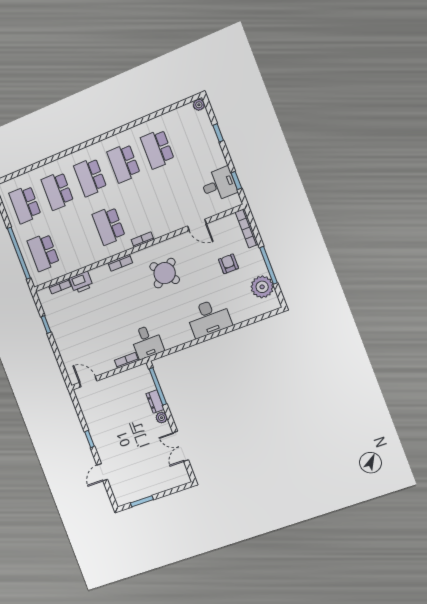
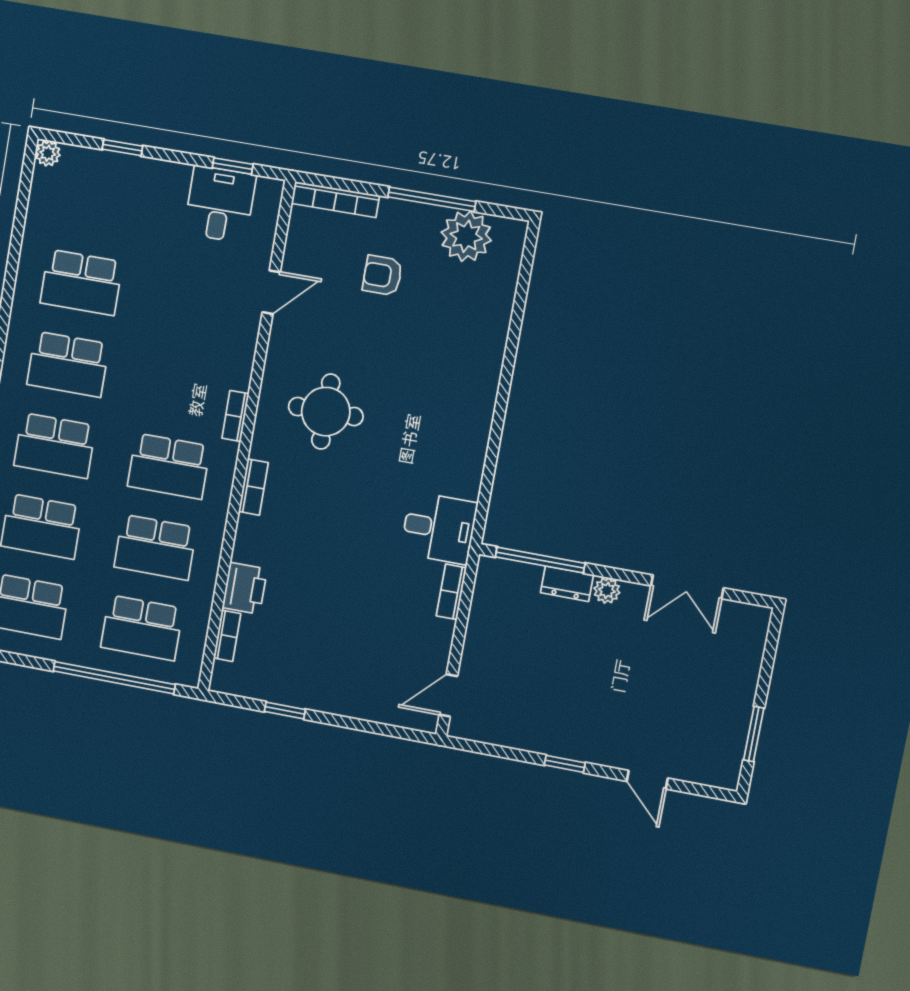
school desk: (76, 239) -> (155, 547), added
round table: (165, 273) -> (326, 412), turned 38
desk: (209, 318) -> (465, 377), removed

